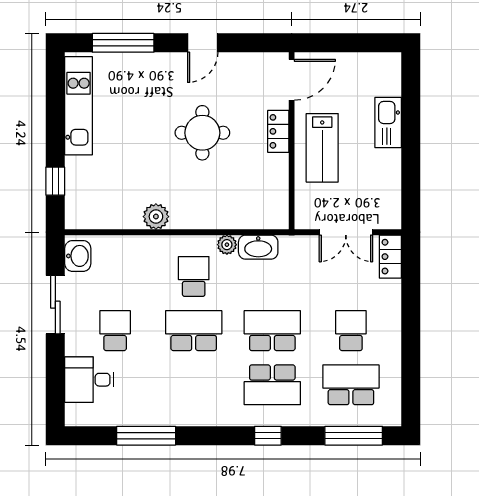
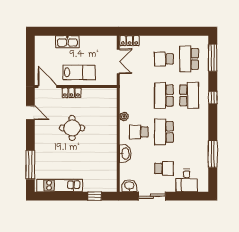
door: (203, 43) -> (30, 113), moved
plant: (156, 217) -> (111, 149), removed
washbasin: (258, 247) -> (125, 154), moved
school desk: (115, 331) -> (164, 168), turned 180

